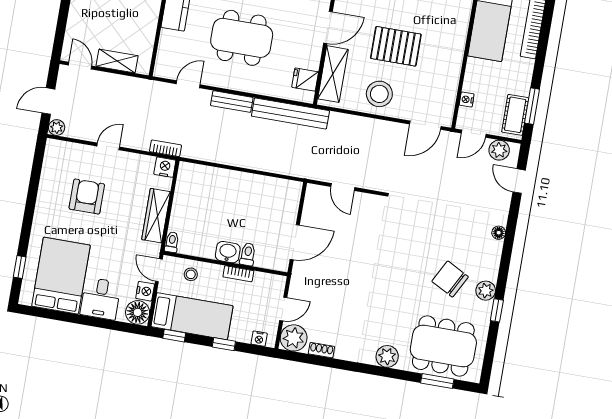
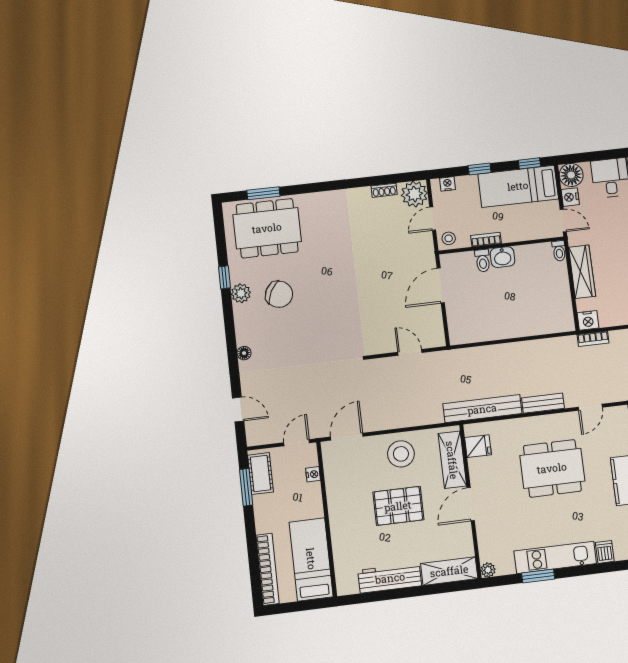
plant: (499, 150) -> (267, 434), removed
stool: (191, 274) -> (449, 238), moved
plant: (387, 356) -> (319, 203), removed

